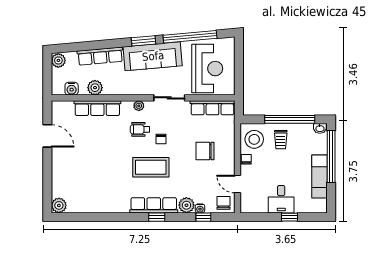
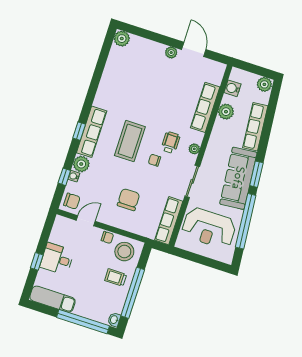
door: (47, 136) -> (194, 49), swing flipped
plant: (57, 156) -> (171, 53), added
exam couch: (320, 177) -> (52, 299), moved

